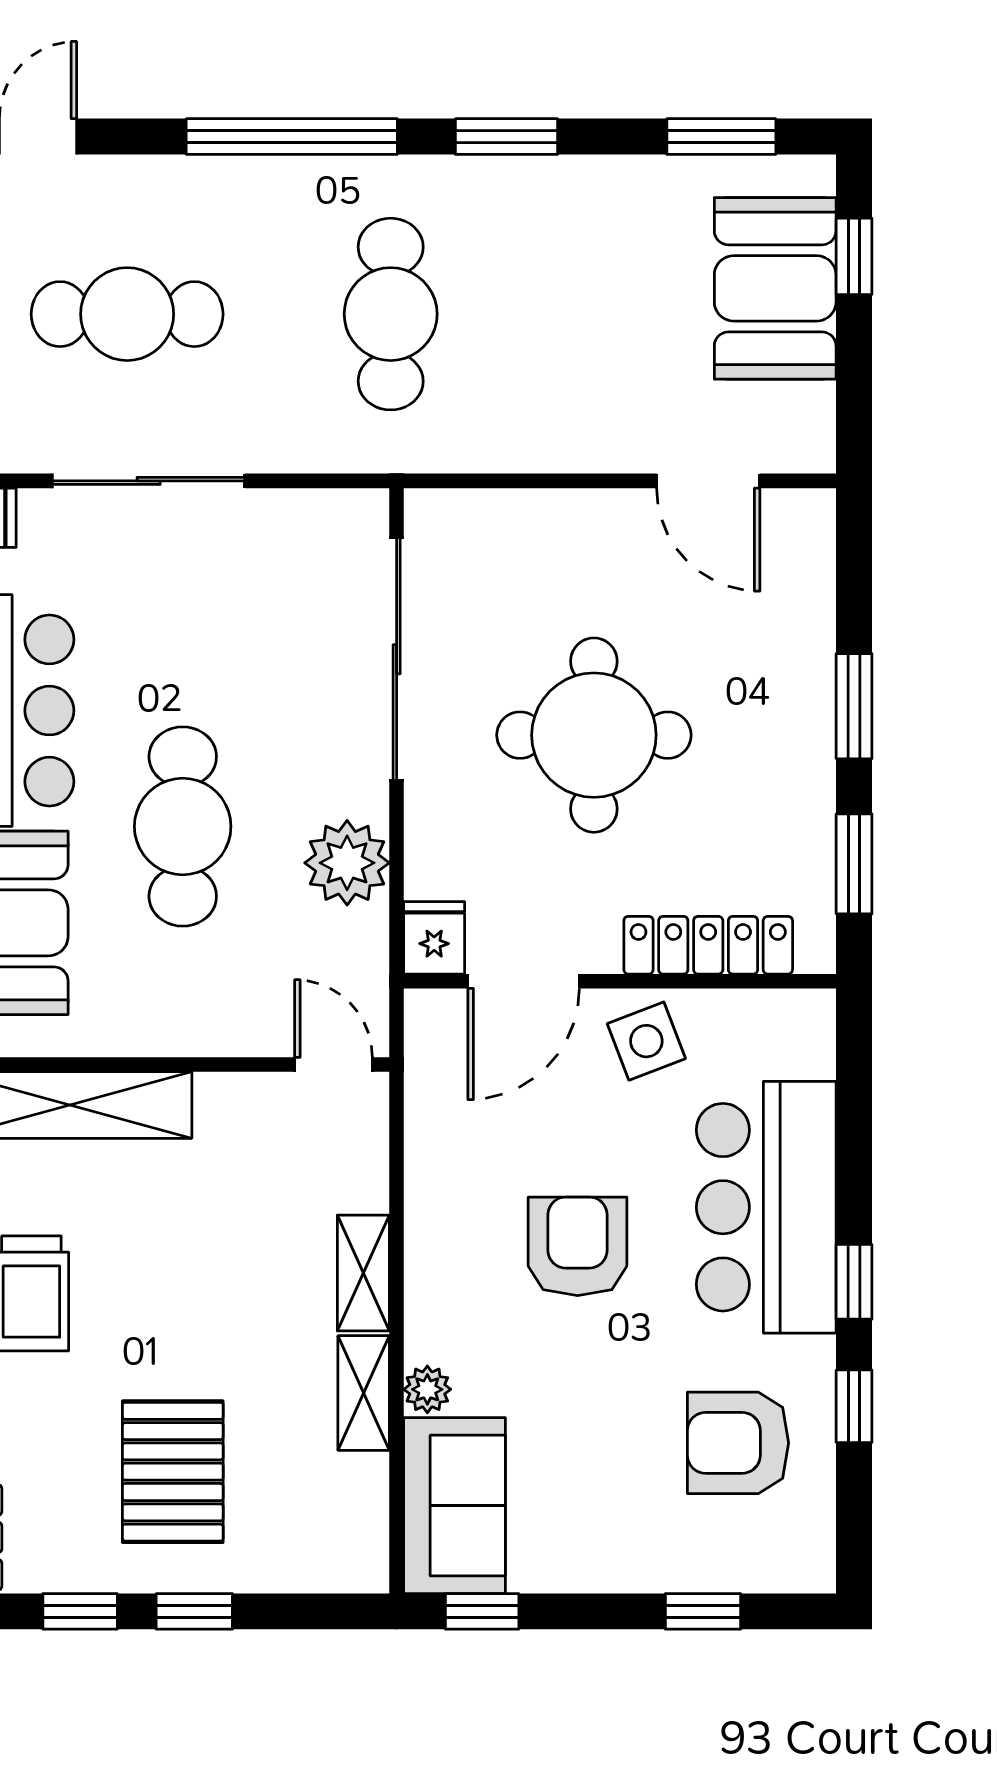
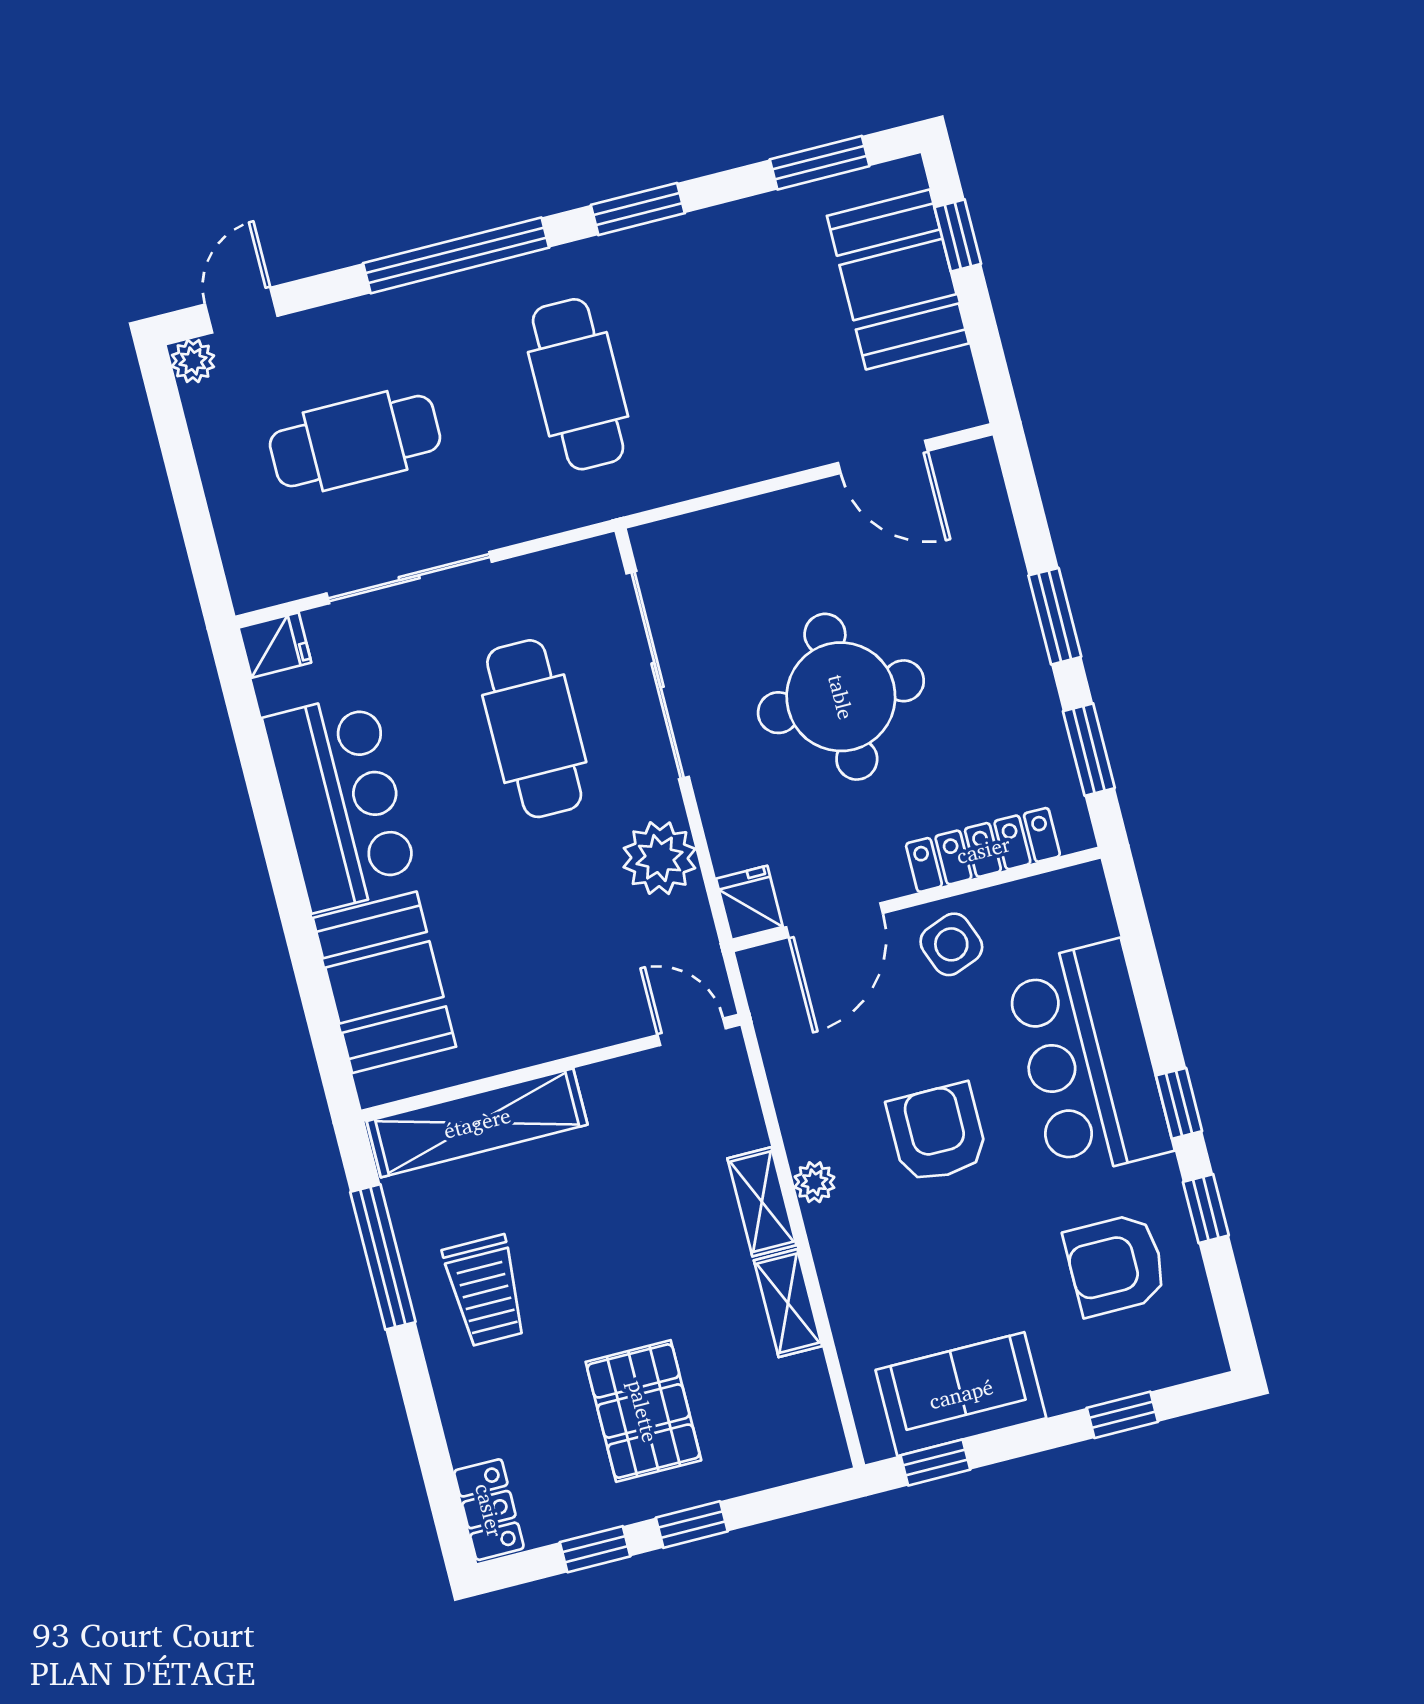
cafe table: (183, 826) -> (534, 729), moved
plant: (427, 1389) -> (814, 1182), moved
sofa: (455, 1506) -> (961, 1394), moved, turned -90

